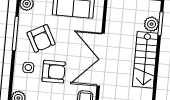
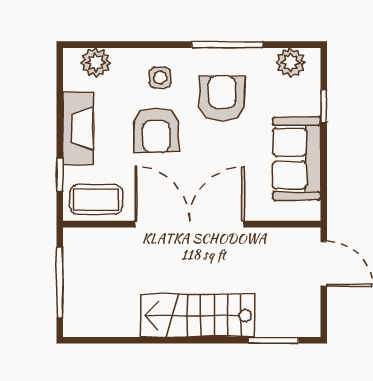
plant: (152, 24) -> (272, 322), removed
armchair: (41, 38) -> (222, 98), turned 118

